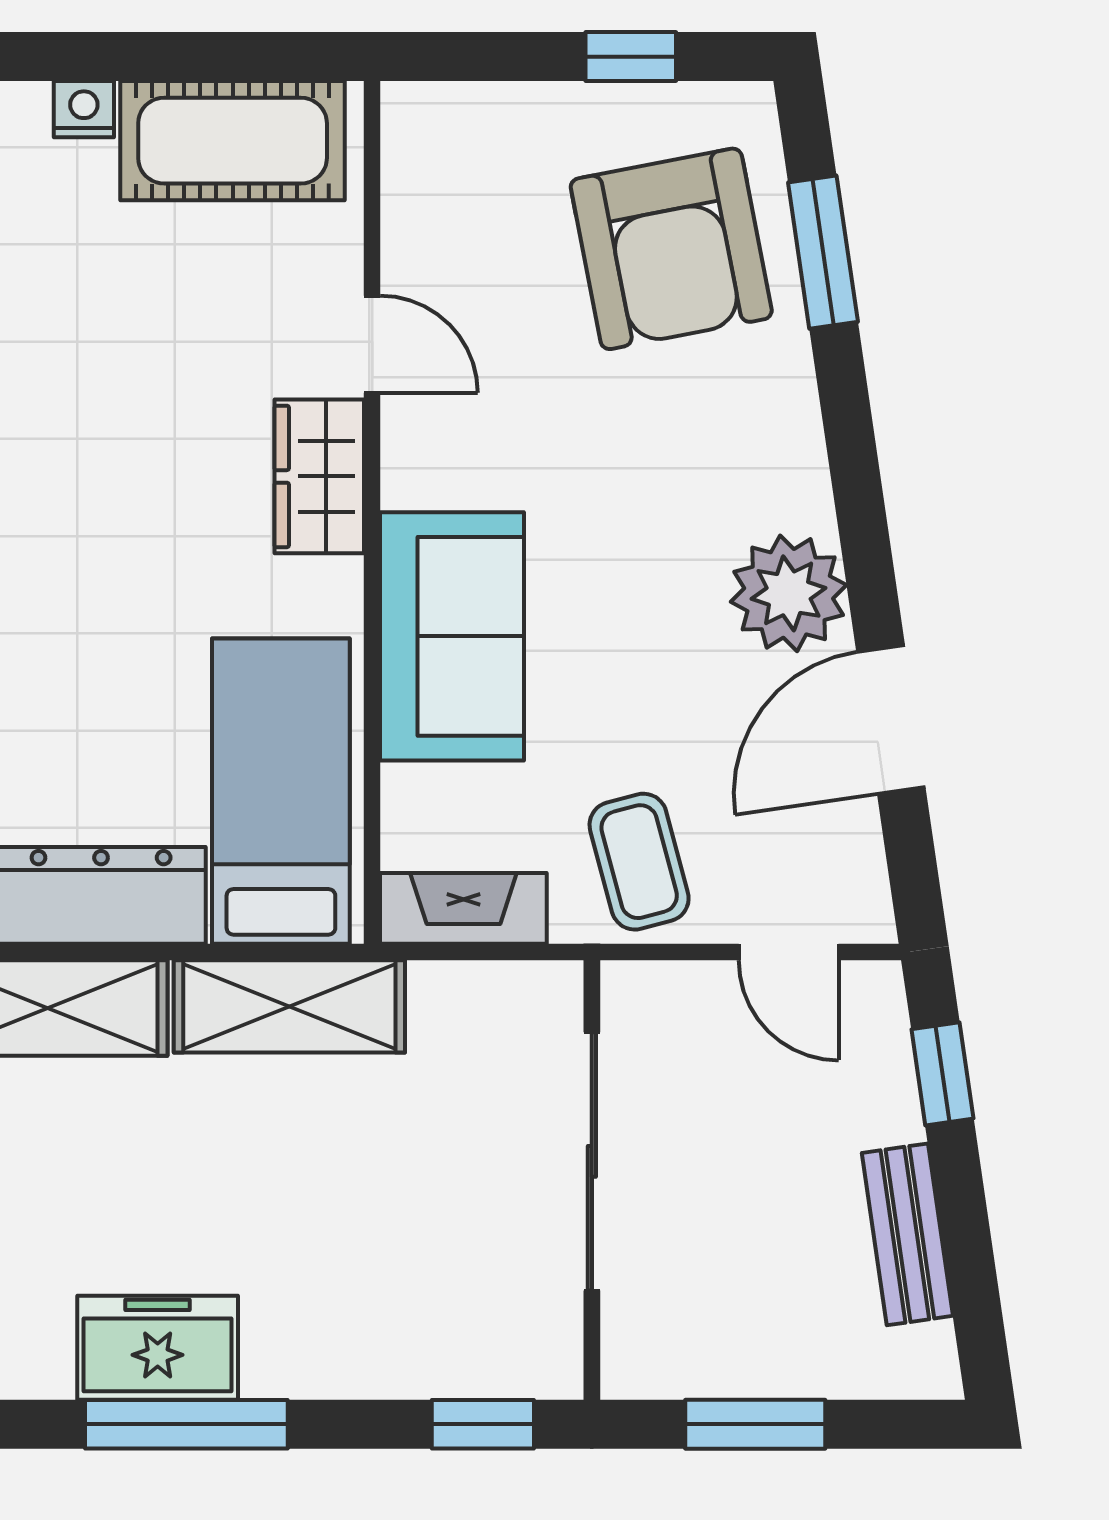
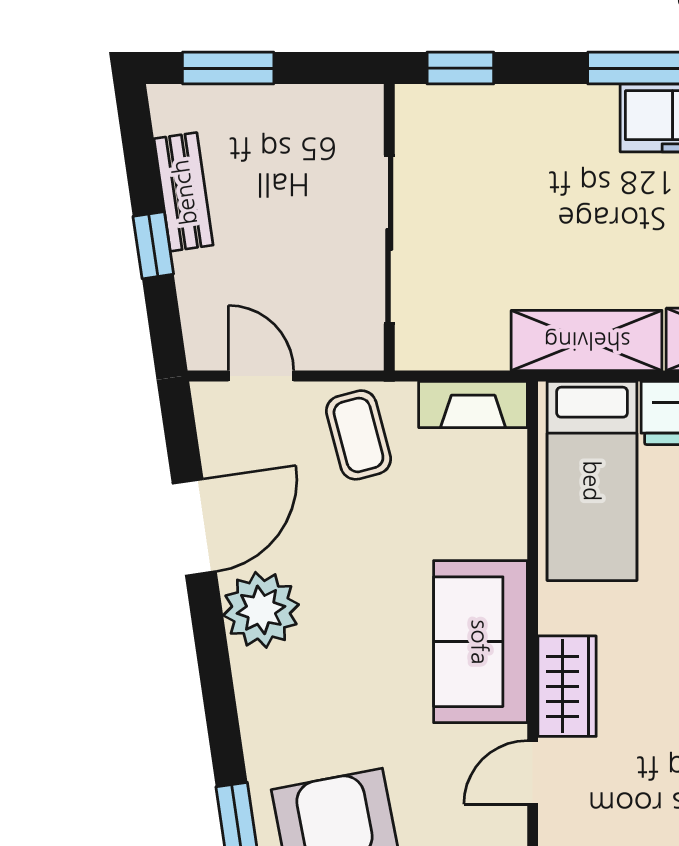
door: (372, 344) -> (533, 772), hinge flipped
sofa: (452, 636) -> (480, 642), moved
window: (942, 1074) -> (153, 245), moved
window: (755, 1424) -> (228, 68), moved

